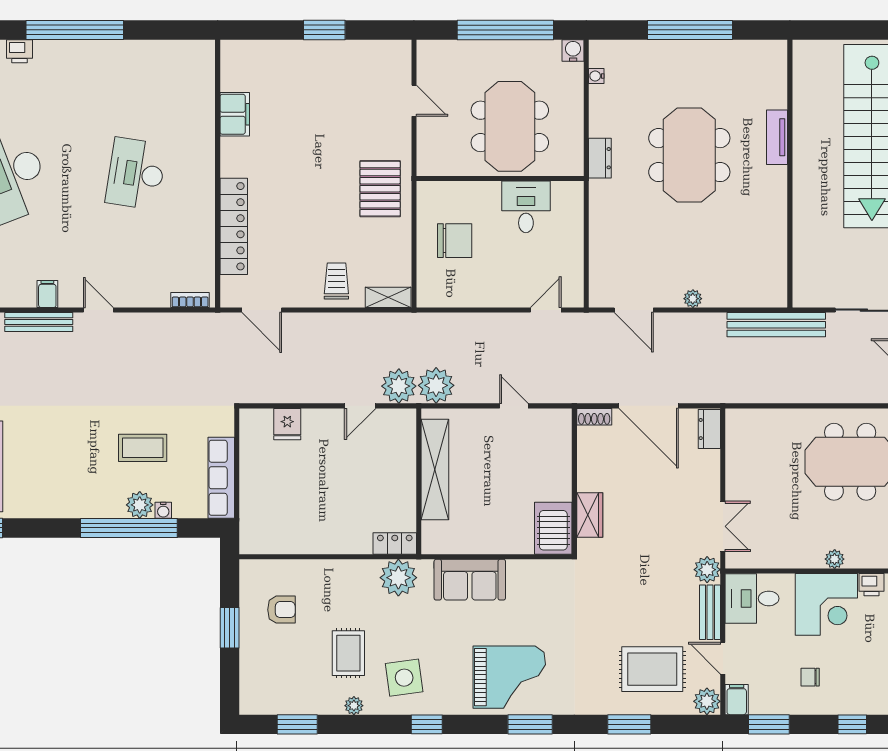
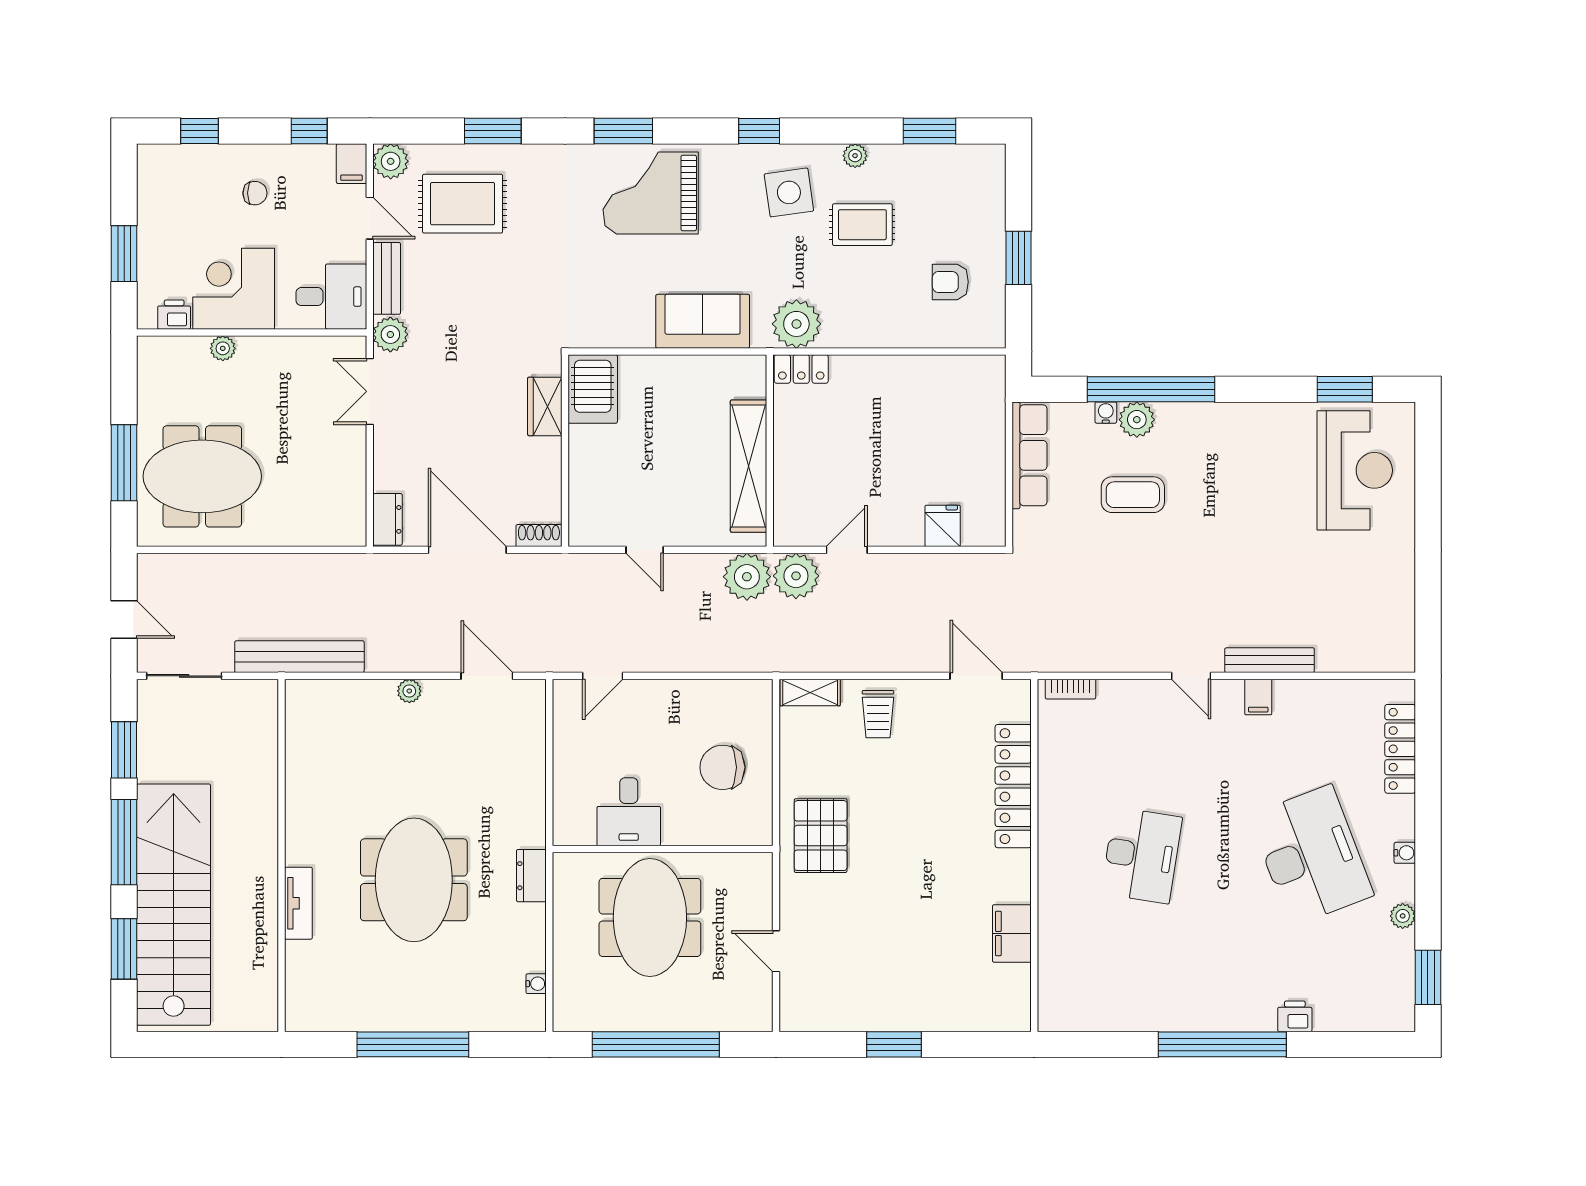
water cooler: (573, 50) -> (567, 1017), removed
rug: (348, 653) -> (862, 225), turned 90
window: (769, 724) -> (309, 131), width x0.67

